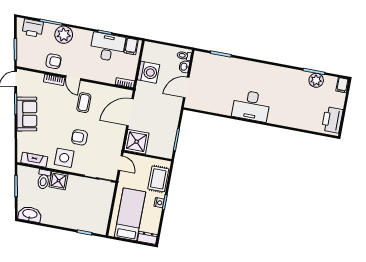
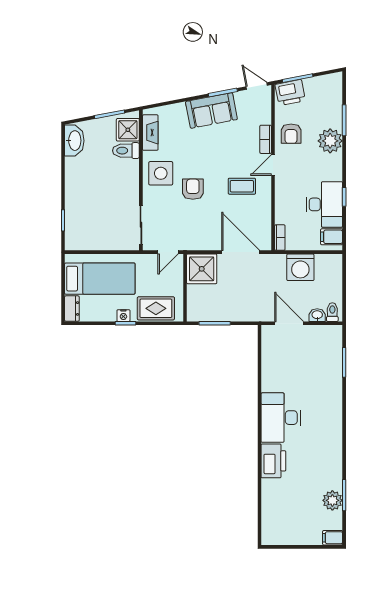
printer: (33, 28) -> (290, 93), moved, turned -101
printer: (332, 120) -> (273, 461), moved, turned 90
shower: (59, 181) -> (128, 130), moved

